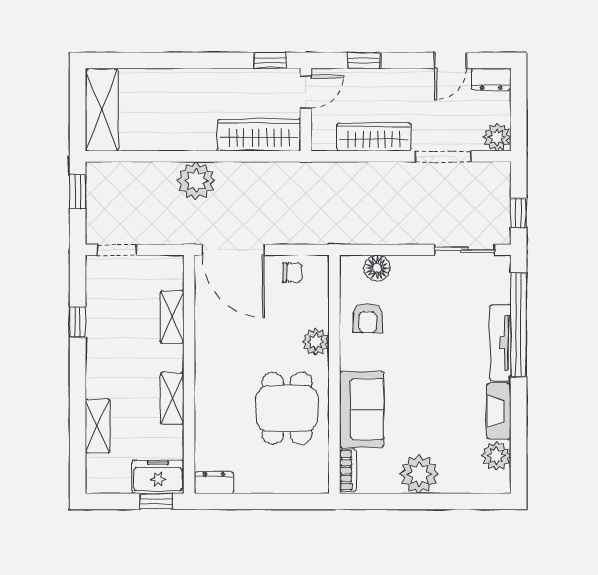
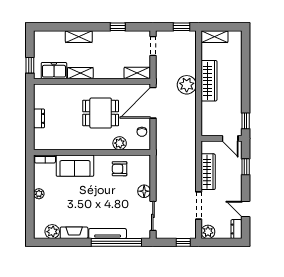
shelving: (102, 110) -> (215, 37), width x0.67, depth x0.75
wardrobe: (259, 135) -> (209, 81), moved
window: (519, 213) -> (183, 242), moved
floor lamp: (377, 268) -> (144, 191), moved
shelving: (172, 317) -> (137, 73), moved
plant: (316, 342) -> (120, 143), moved
dining table: (287, 408) -> (101, 113), moved
shelving: (98, 426) -> (79, 37), moved
plant: (419, 474) -> (39, 194), width x0.53, depth x0.53
freezer: (158, 477) -> (54, 71), moved, turned -90
dresser: (214, 483) -> (39, 118), moved

